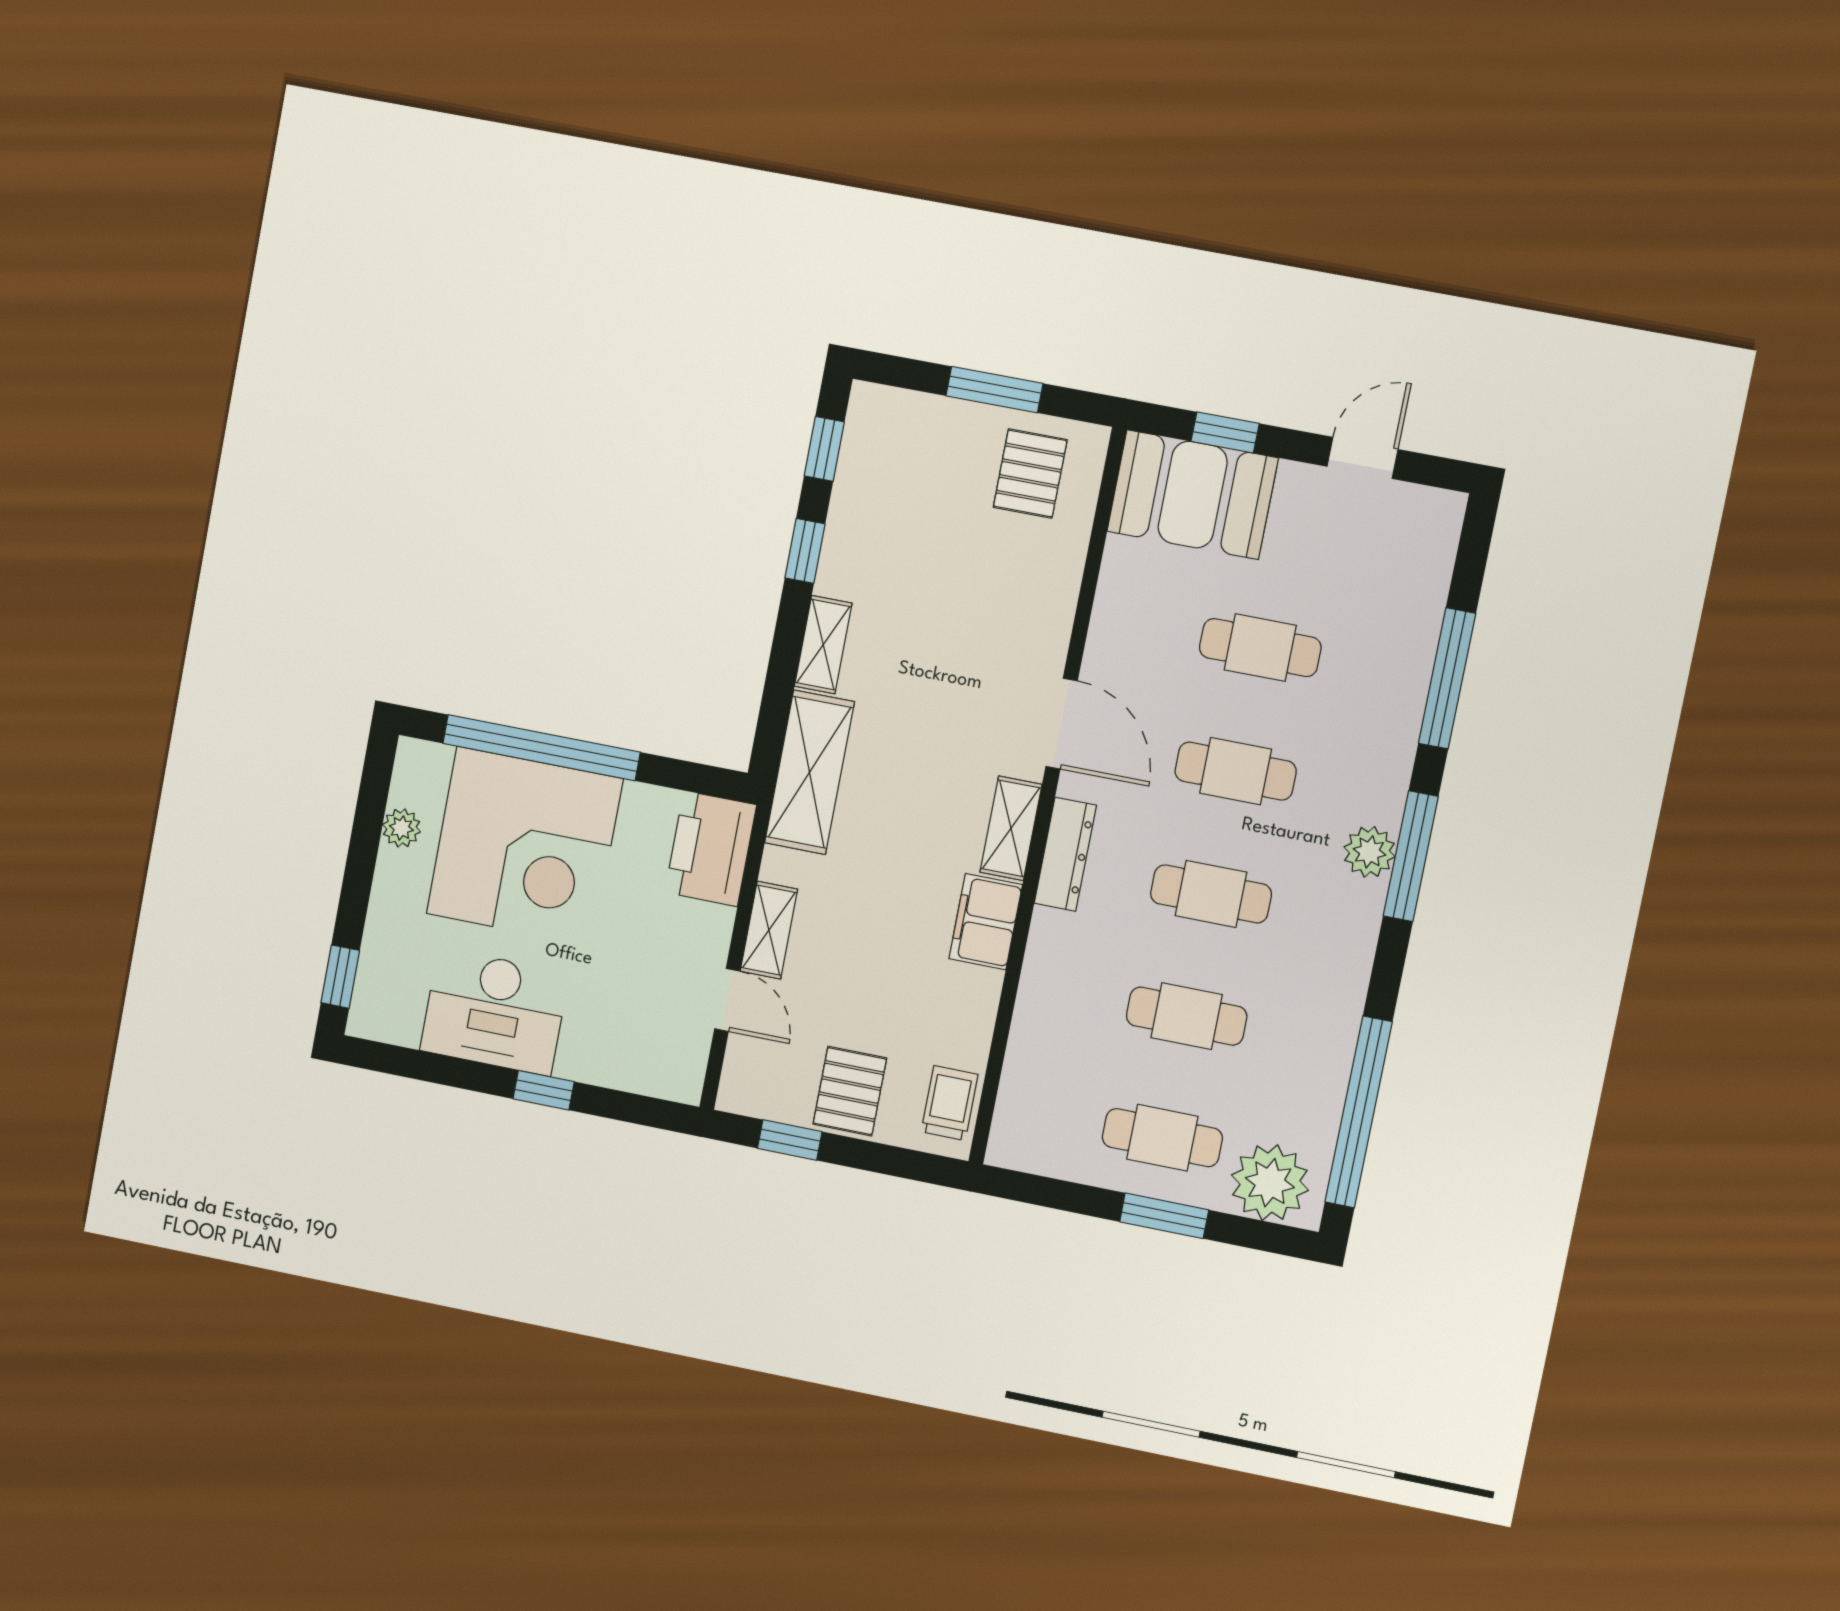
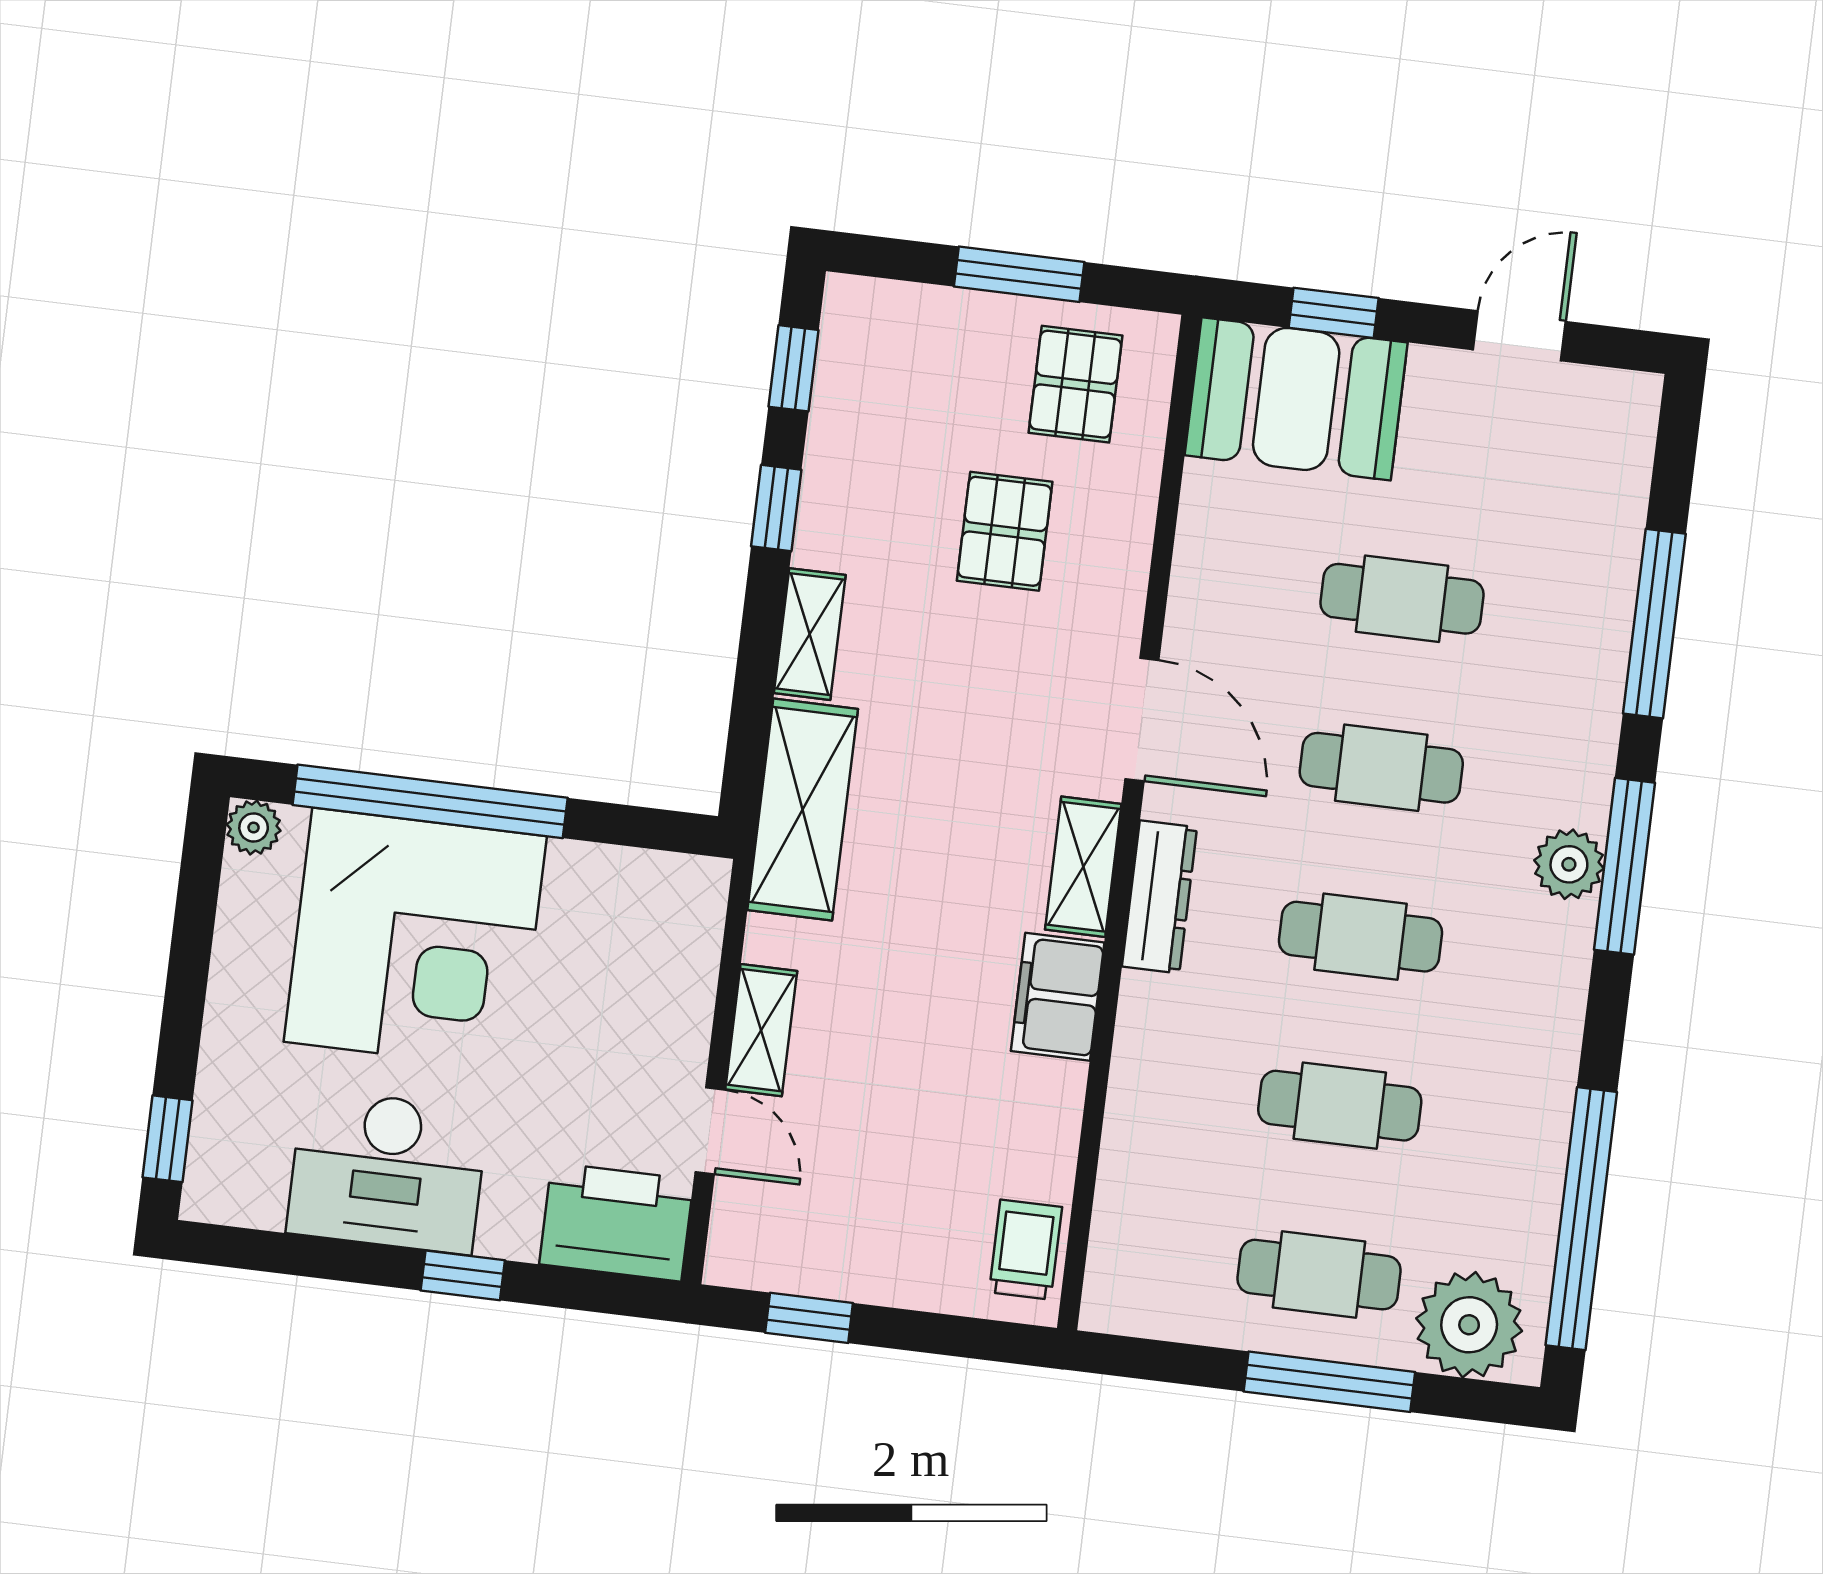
plant: (401, 828) -> (254, 828), moved
printer: (711, 849) -> (616, 1222), moved, turned 90
pallet: (850, 1091) -> (1005, 531), moved
window: (1164, 1216) -> (1329, 1382), width x1.44

